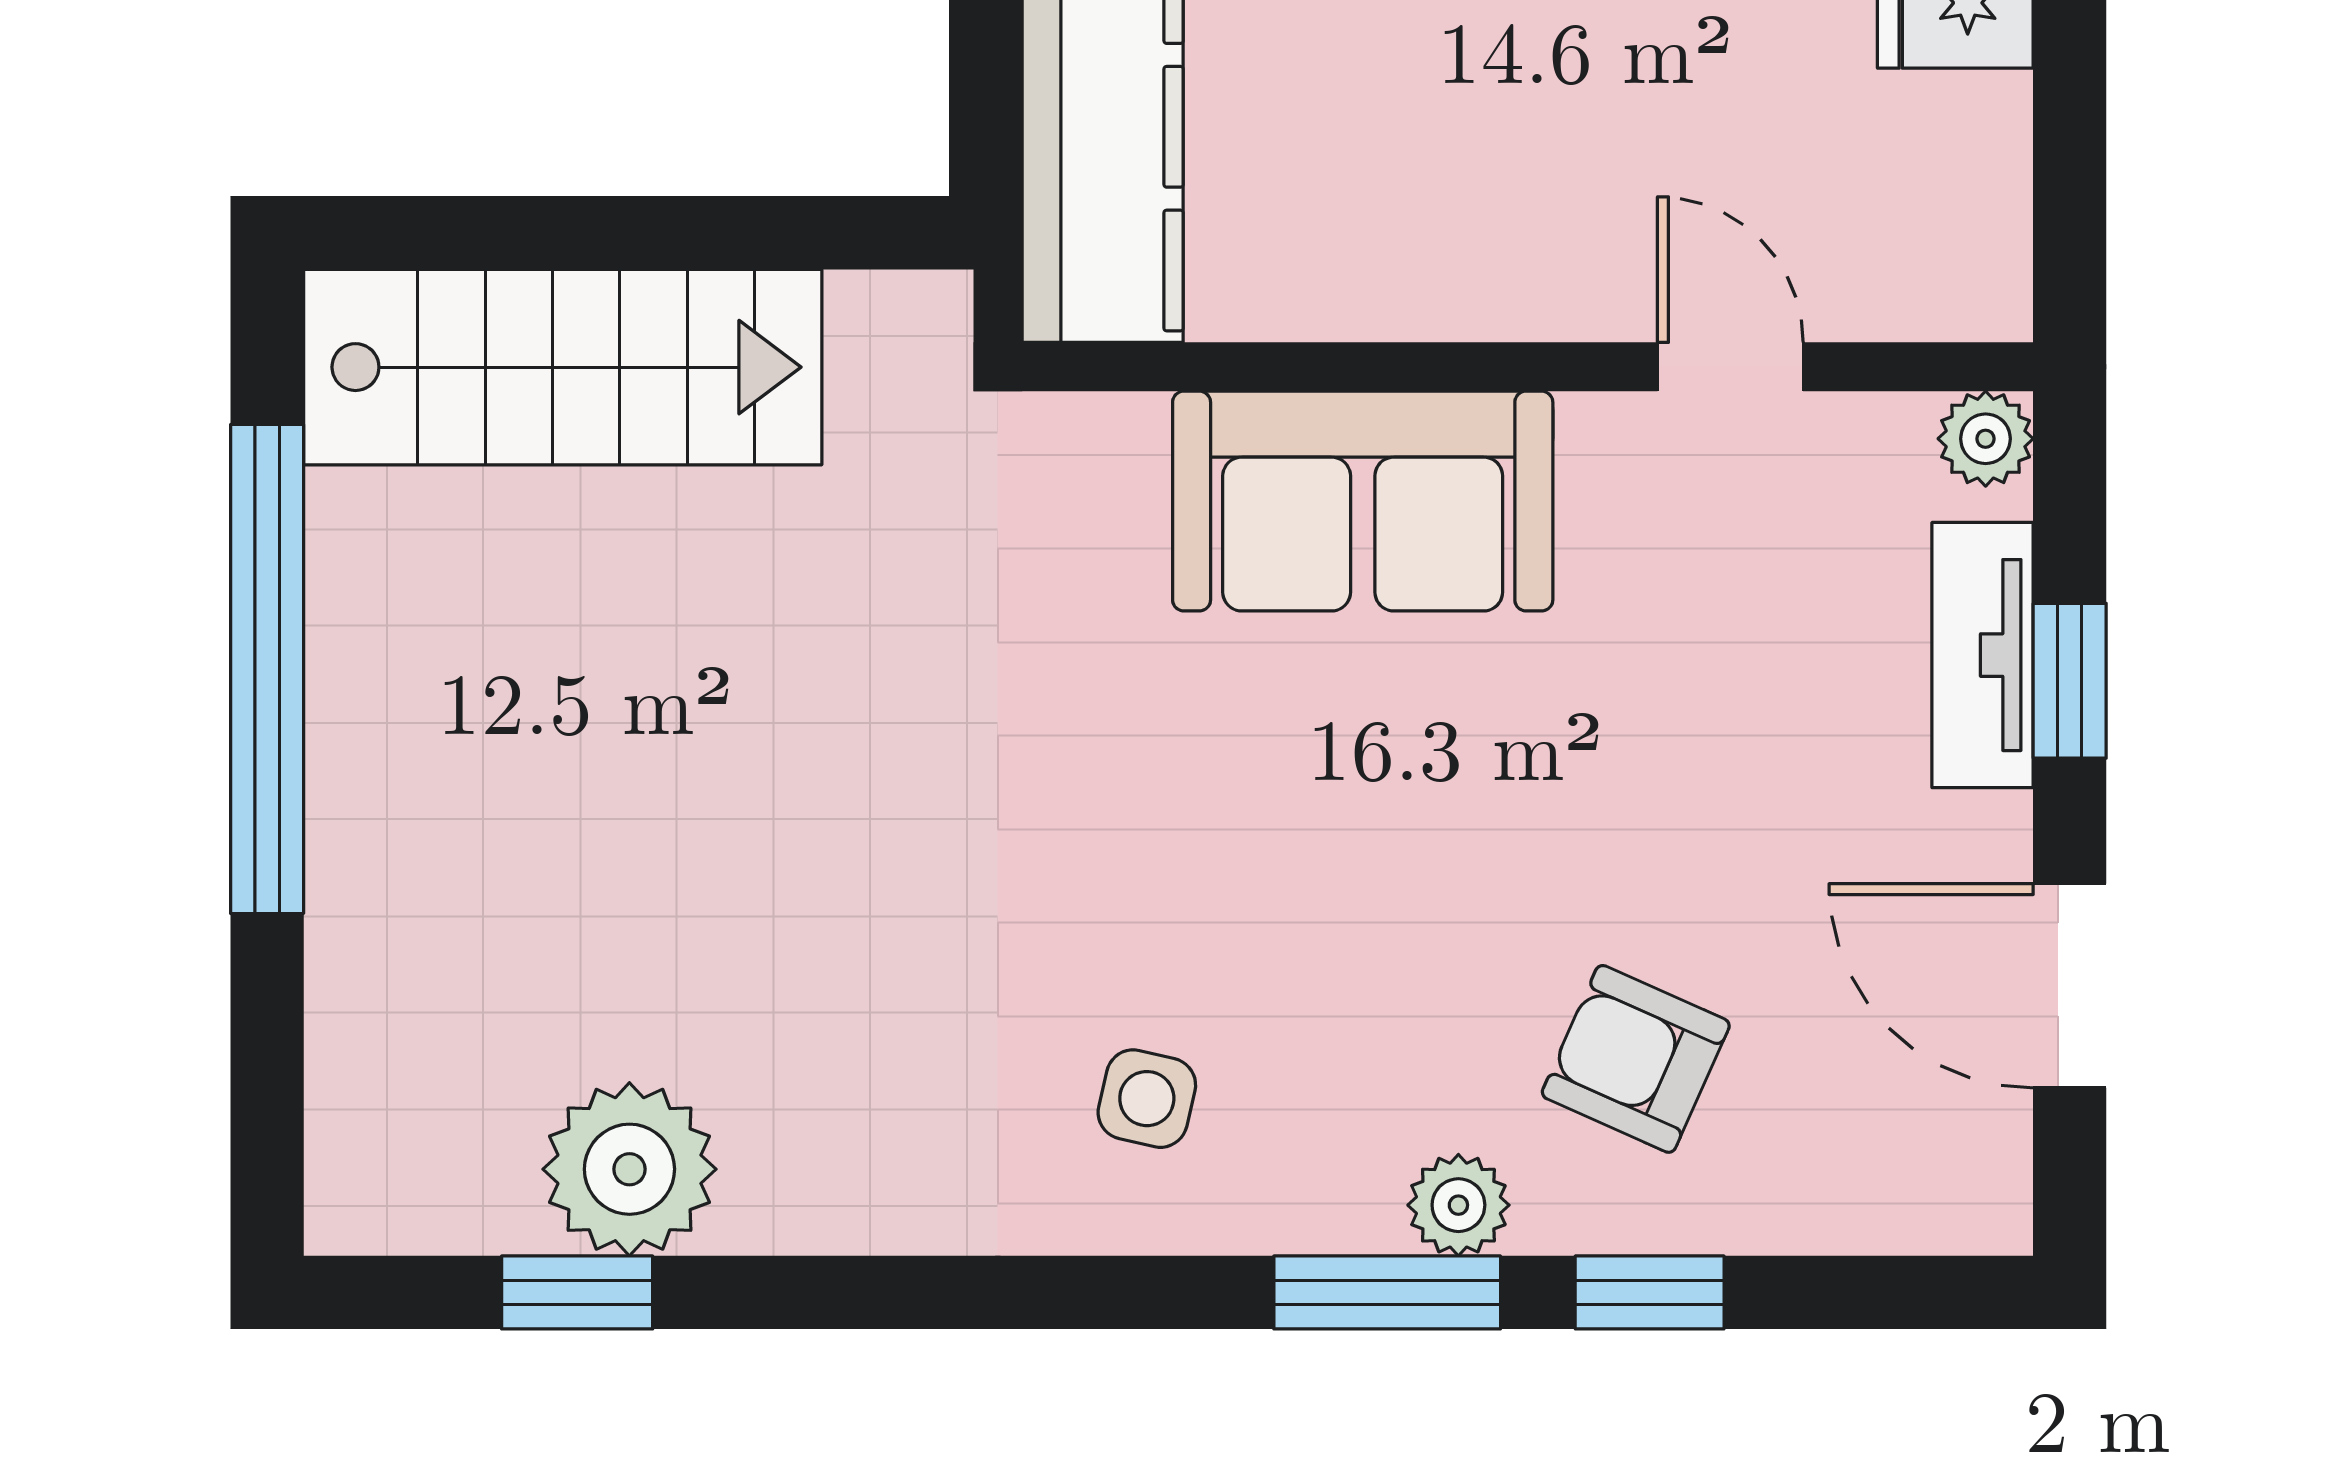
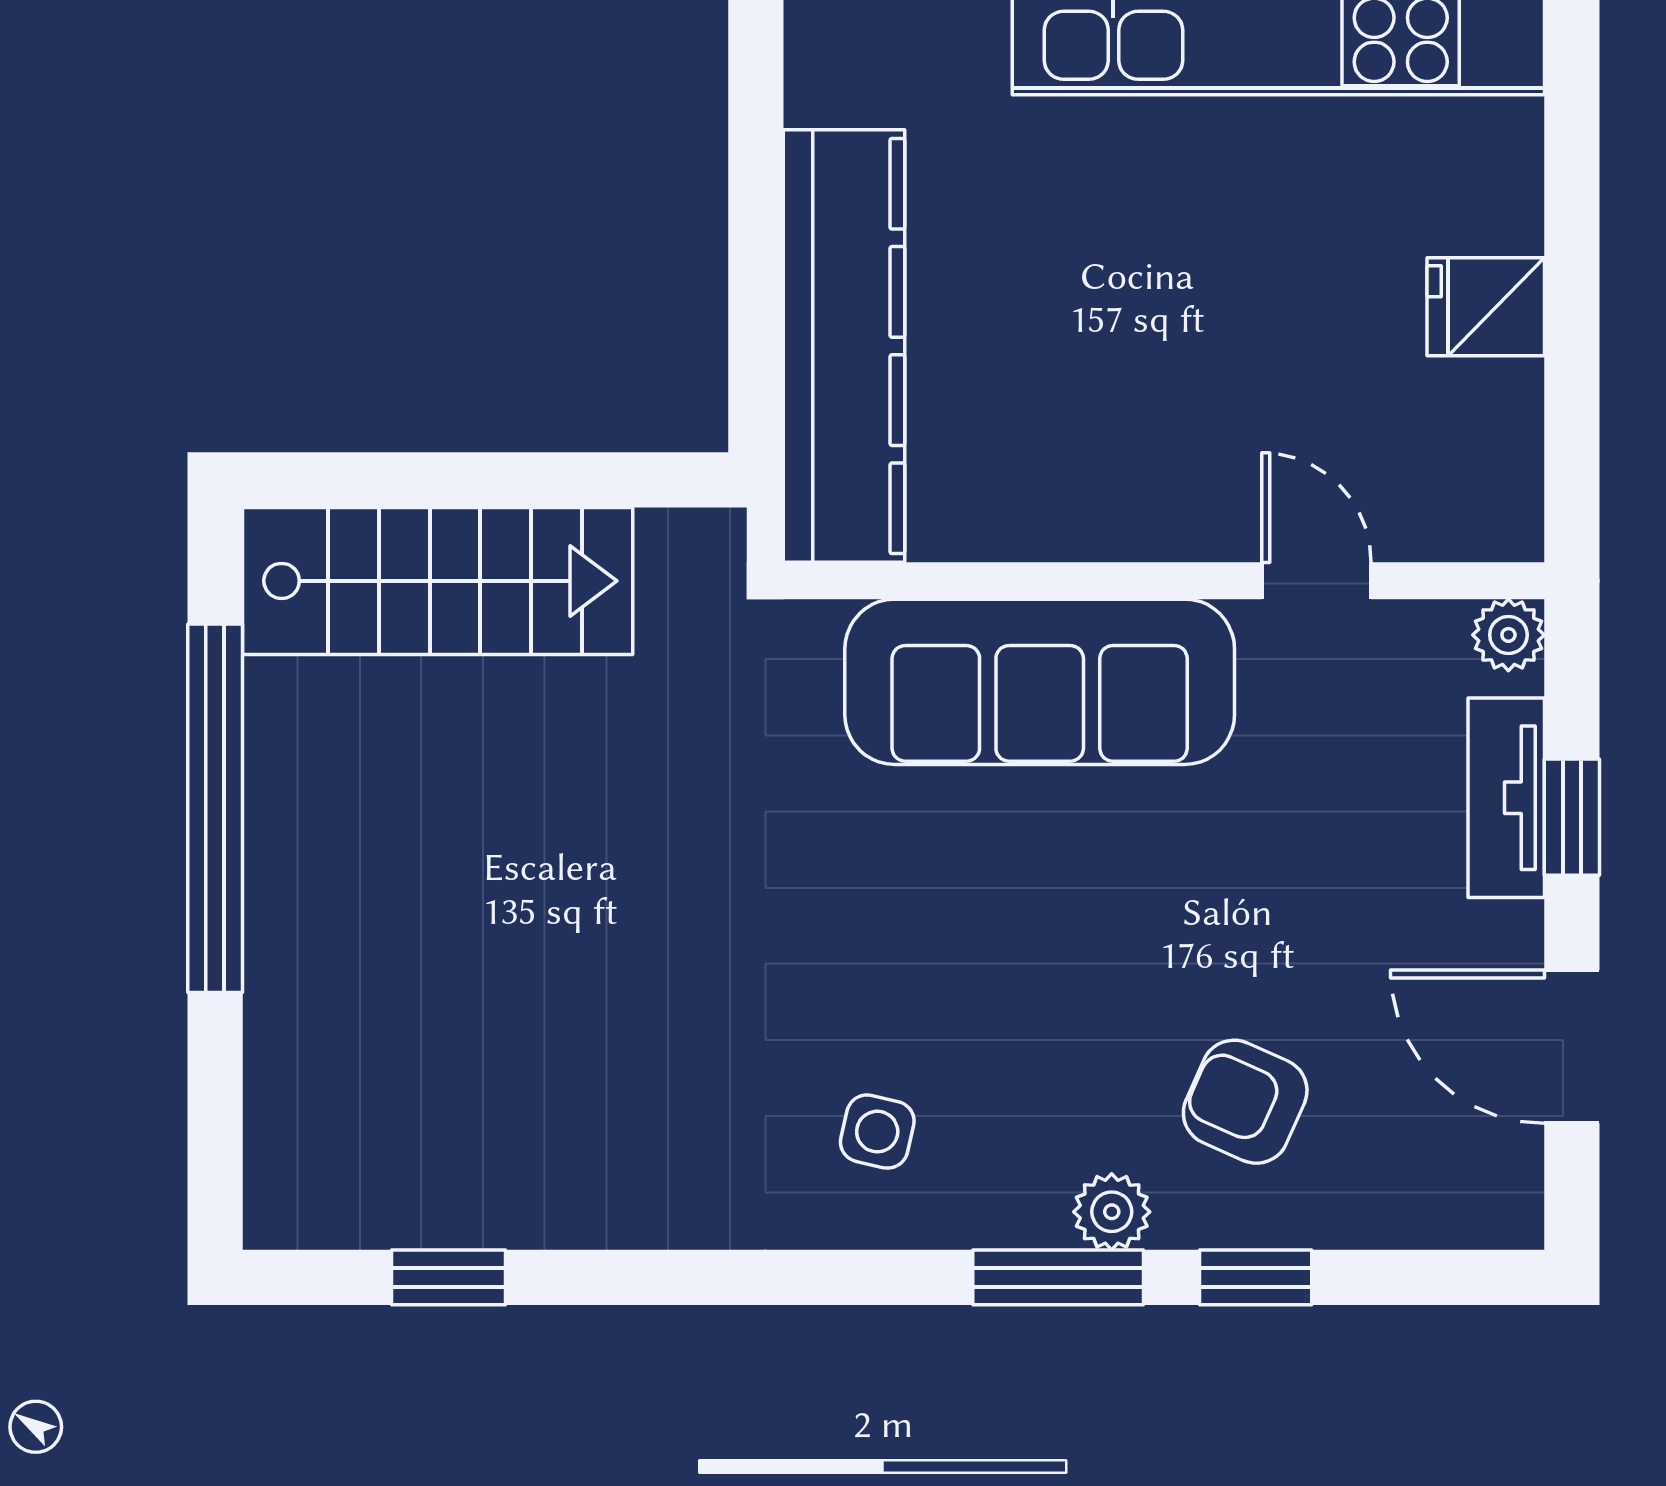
sofa: (1363, 501) -> (1040, 682), width x1.36
plant: (629, 1169) -> (488, 1185), removed

